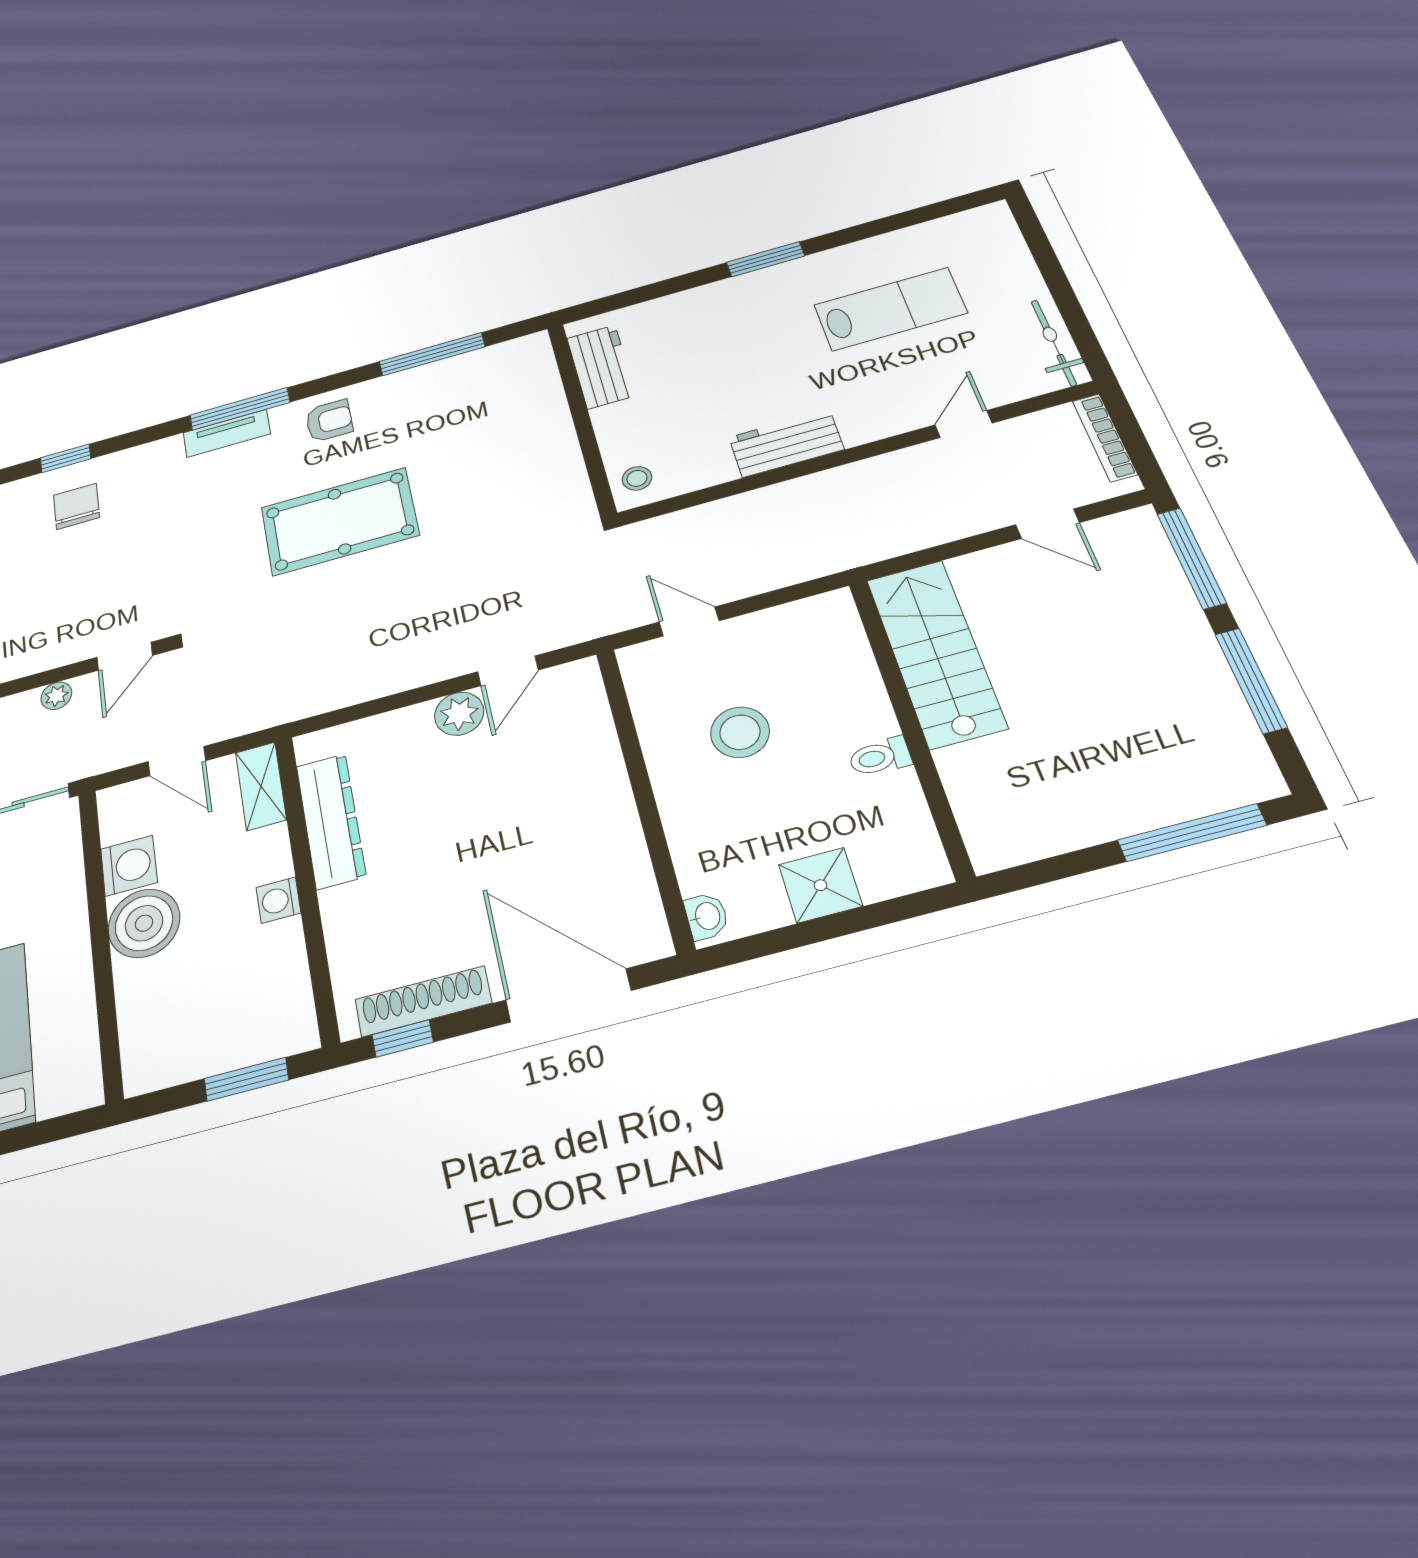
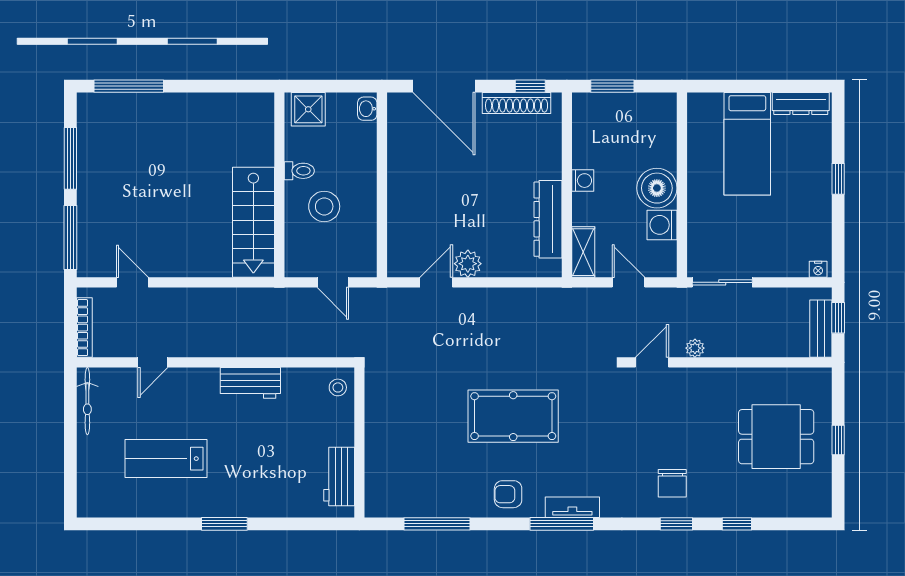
stairs: (936, 653) -> (253, 222), moved
wall: (909, 724) -> (279, 185), moved
toilet: (880, 757) -> (299, 171), moved

